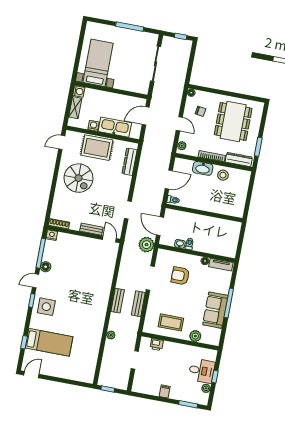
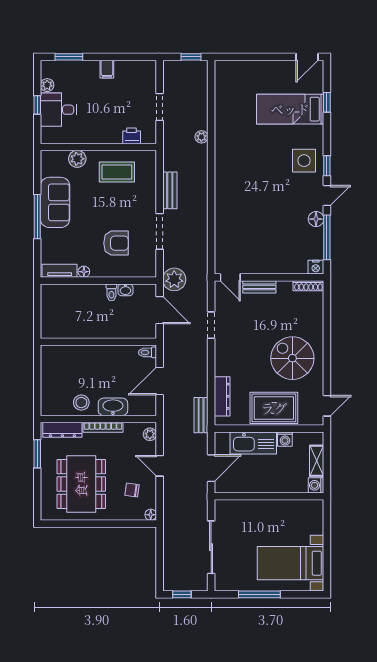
bed with nightstands: (98, 63) -> (291, 563), moved, turned 90
bench: (118, 301) -> (201, 415), moved

